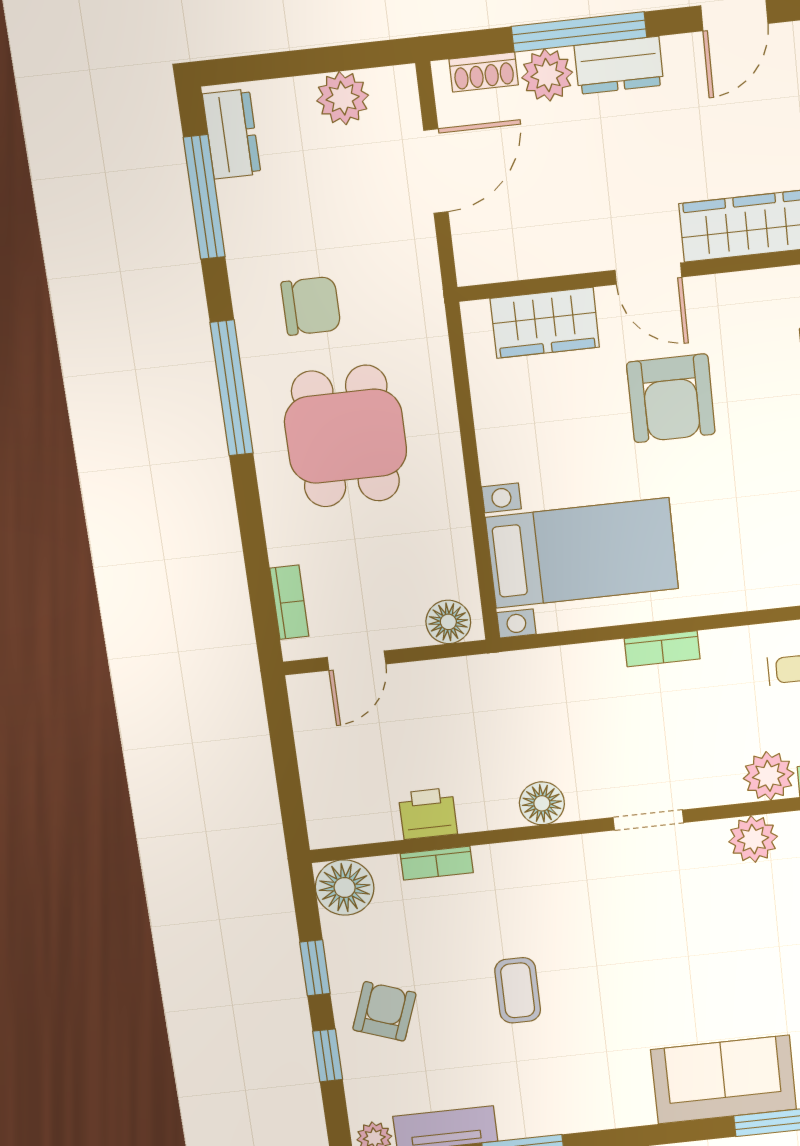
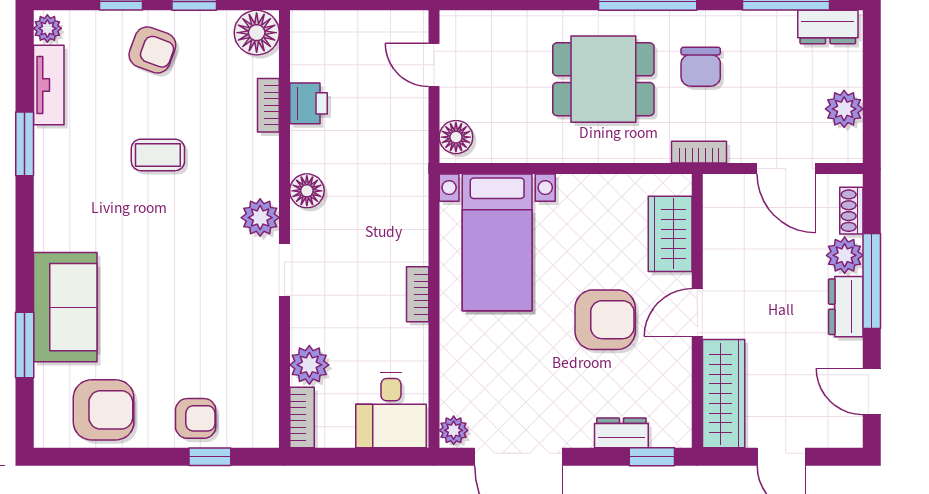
armchair: (671, 398) -> (605, 320), turned 180
bookcase: (289, 602) -> (699, 152), moved, turned 180
plant: (753, 839) -> (260, 218), moved

